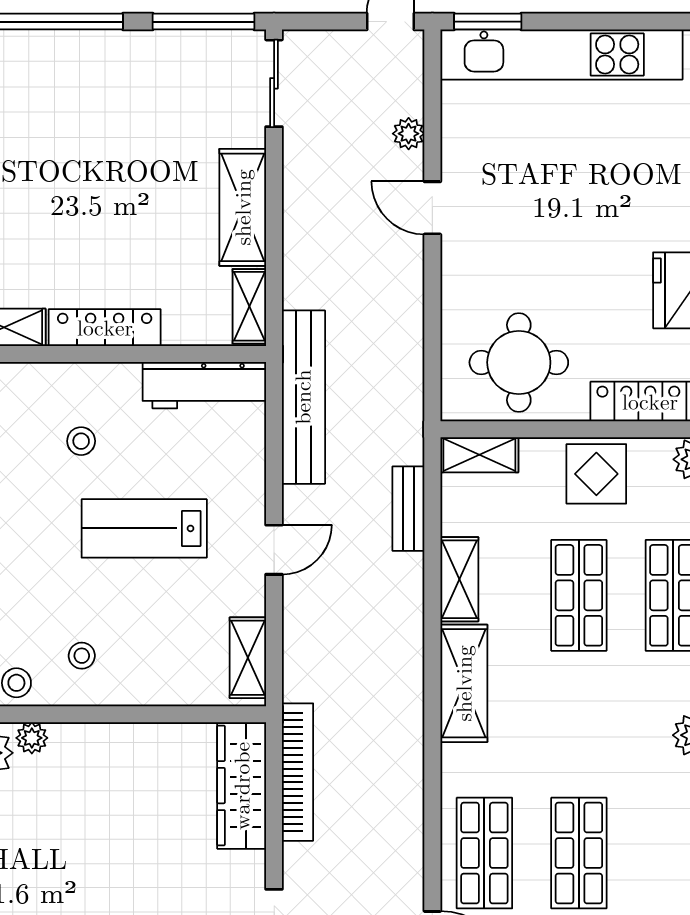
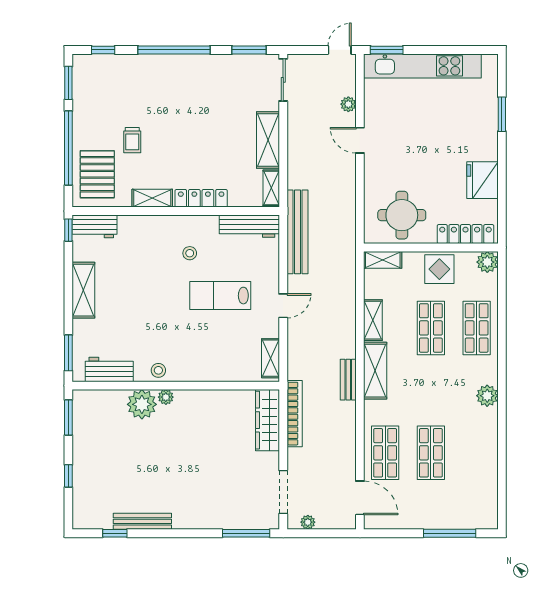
window: (204, 22) -> (249, 50), width x0.69
bench: (408, 509) -> (348, 380), moved
stool: (82, 656) -> (190, 357), removed

